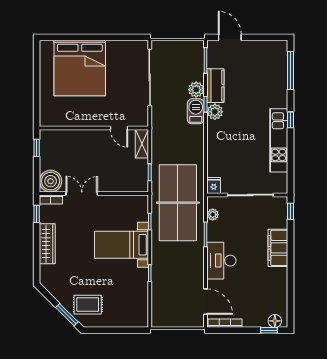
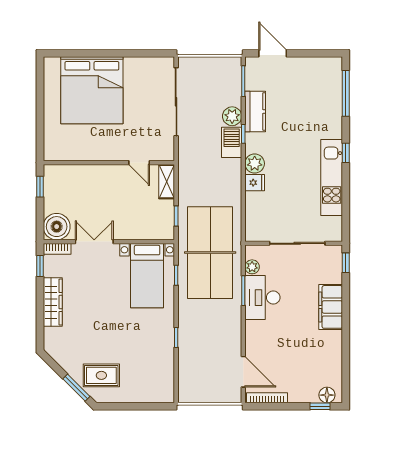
plant: (215, 112) -> (255, 164), moved
fridge: (214, 186) -> (255, 183), moved, turned 90
bed with nightstands: (121, 245) -> (147, 276), moved, turned -90
desk: (221, 261) -> (262, 298), moved

